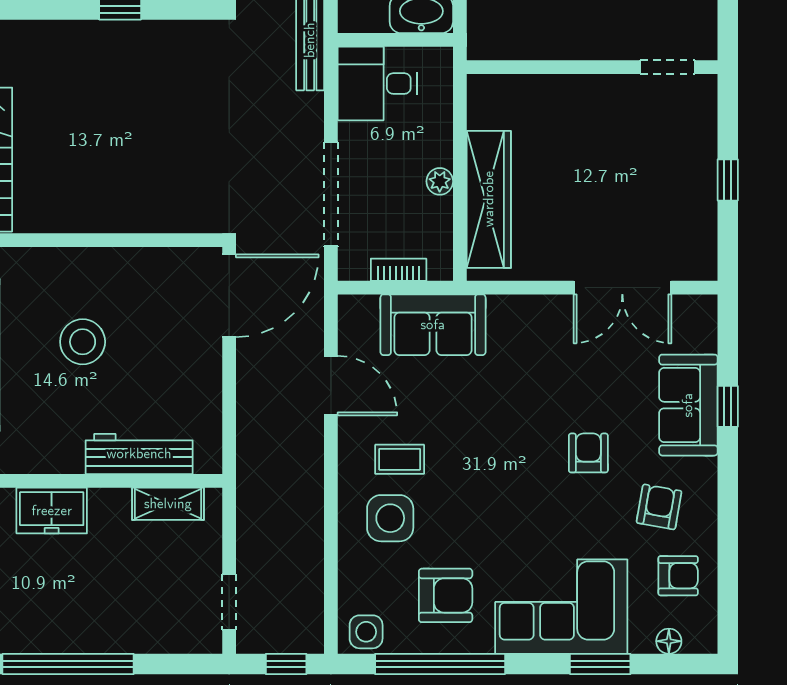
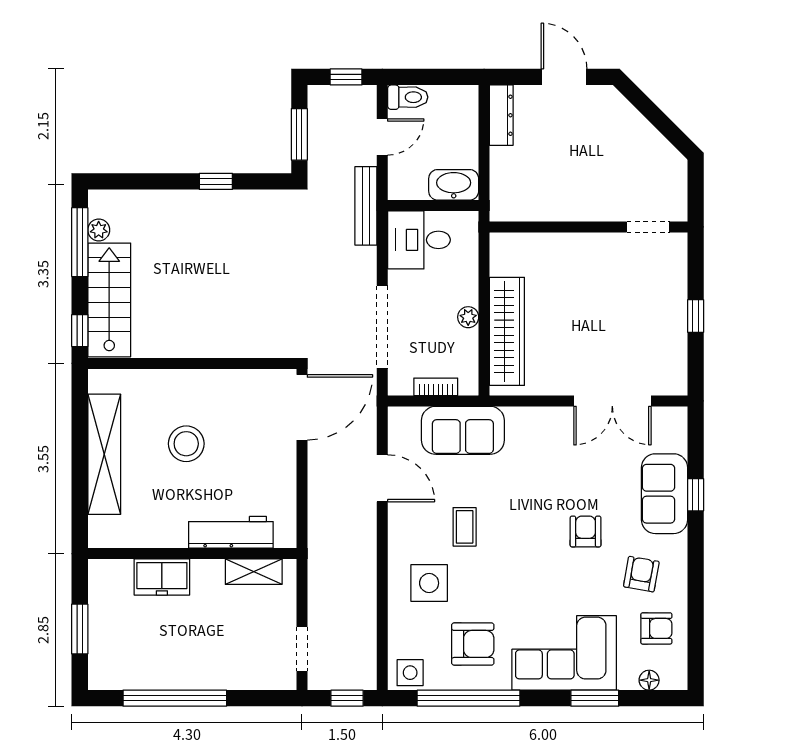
coffee table: (400, 459) -> (465, 527), moved, turned 90

